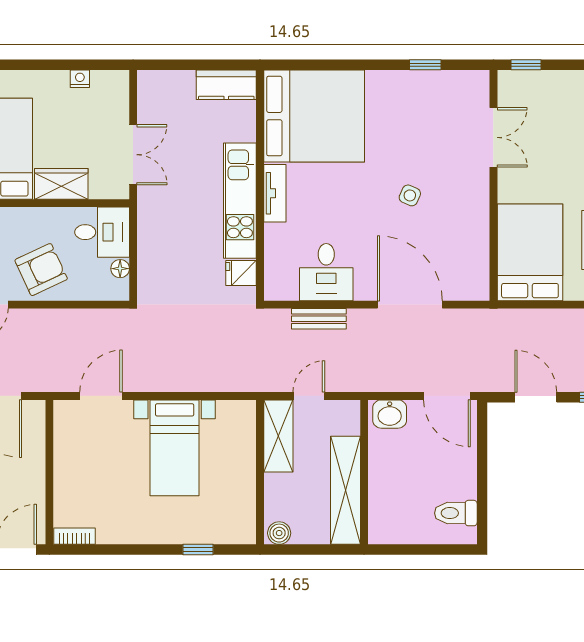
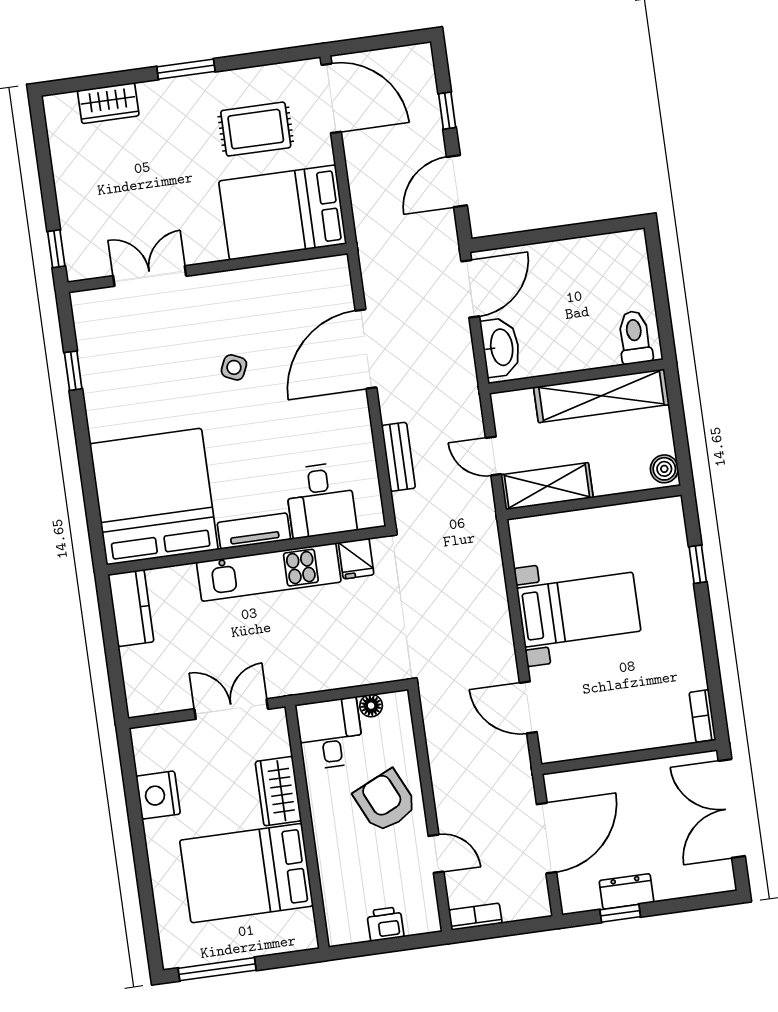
nightstand: (80, 79) -> (158, 795), width x1.89, depth x1.79
desk: (326, 272) -> (321, 500), moved, turned 90
washbasin: (390, 414) -> (501, 347), width x1.38
toilet: (456, 513) -> (635, 337), moved, turned 180

